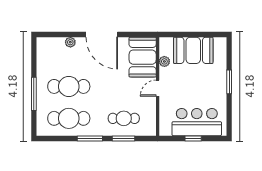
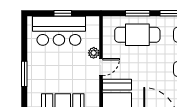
plant: (164, 61) -> (94, 53), moved
cafe table: (124, 118) -> (137, 35), width x1.37, depth x1.35

